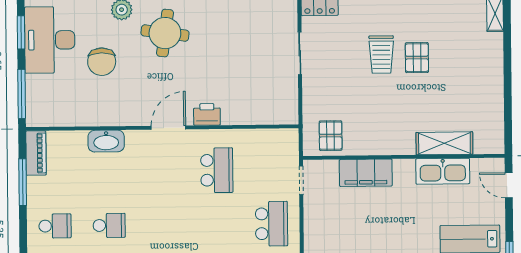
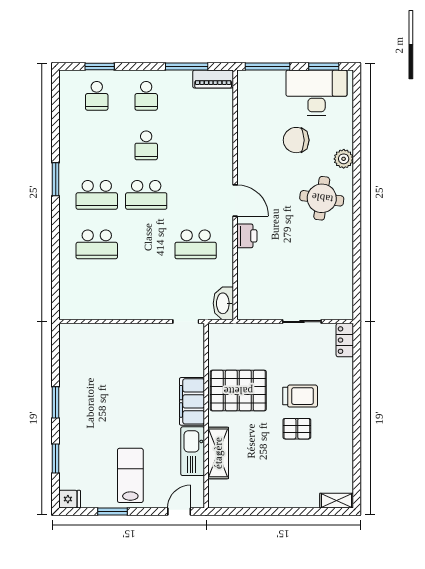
trolley: (381, 54) -> (300, 396), turned 180
pallet: (331, 136) -> (238, 391), moved, width x2.05, depth x2.00
washbasin: (106, 141) -> (223, 303), moved
filing cabinet: (366, 173) -> (192, 401), moved
school desk: (272, 224) -> (146, 195), moved

